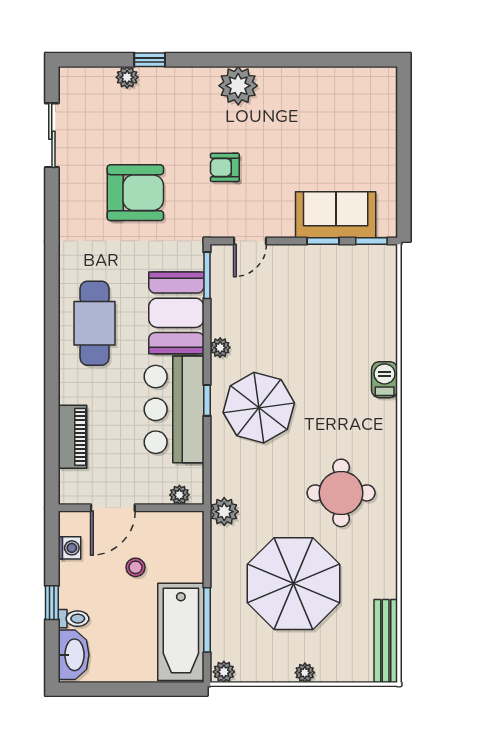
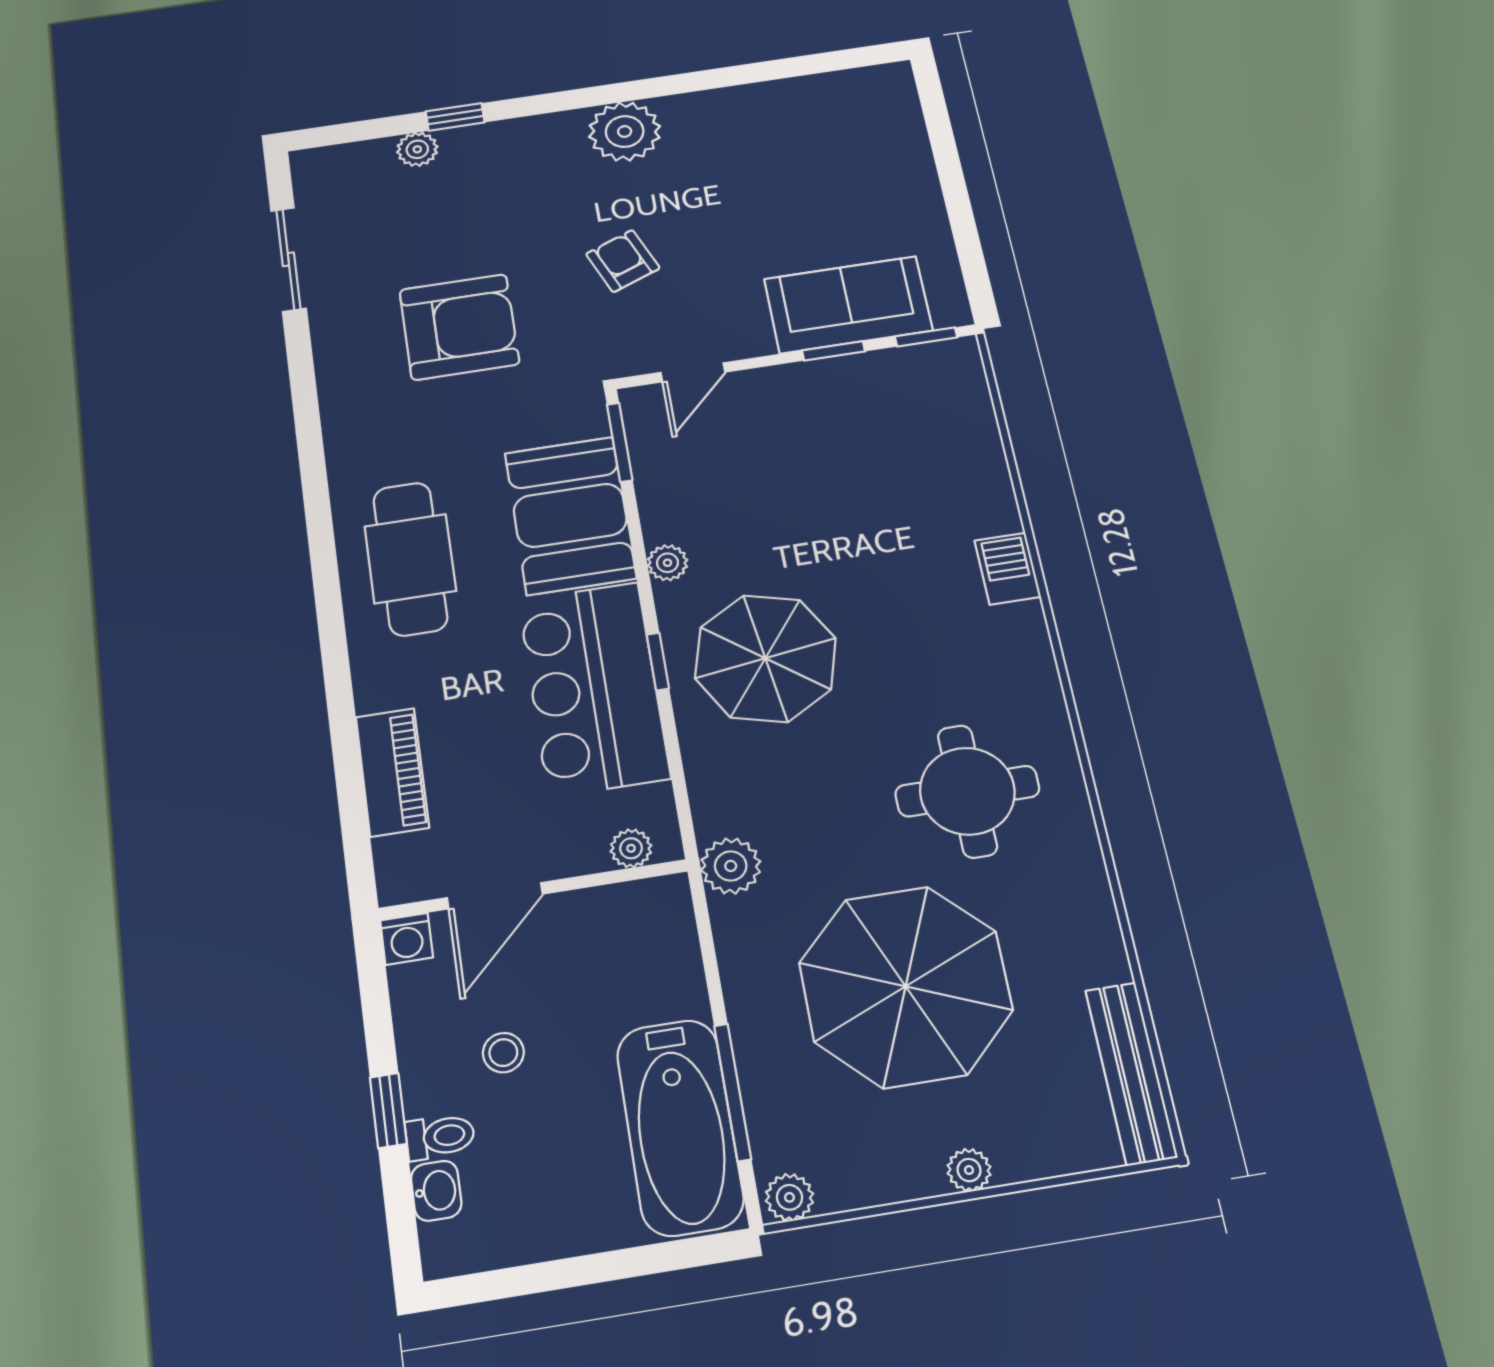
armchair: (225, 167) -> (623, 261), turned 68
washing machine: (70, 548) -> (407, 939), moved, turned 90
stool: (136, 567) -> (503, 1053), moved
washbasin: (74, 655) -> (436, 1191), width x0.52, depth x0.69

